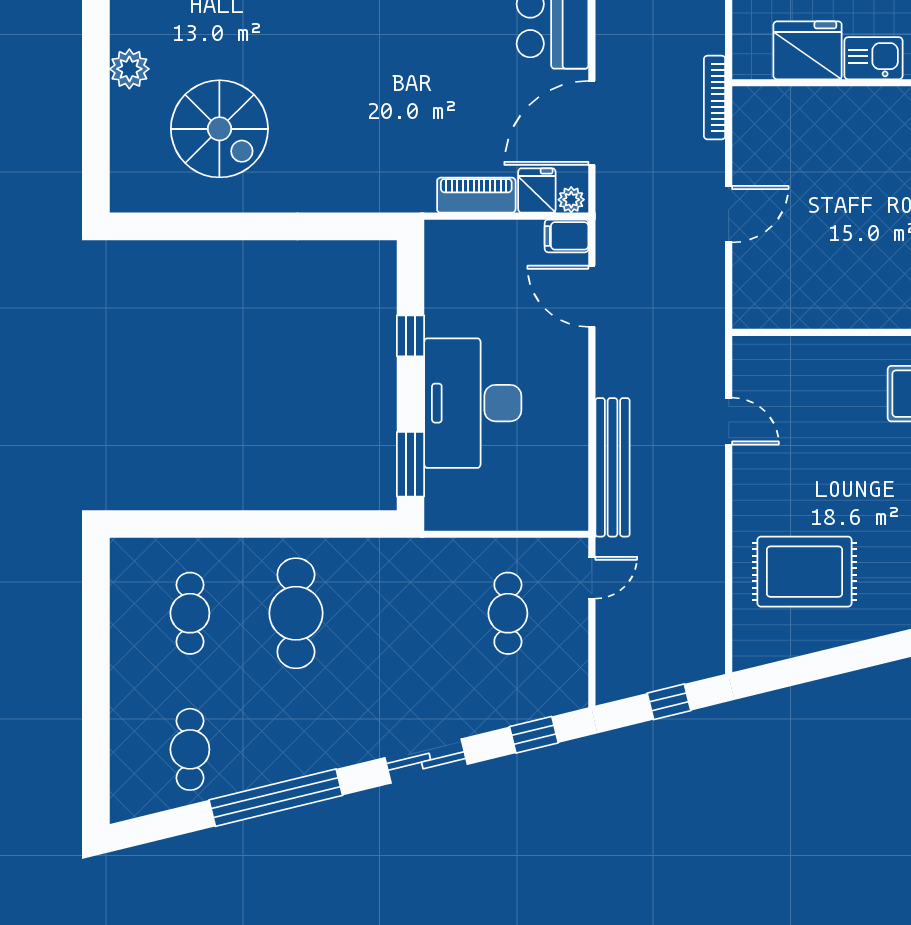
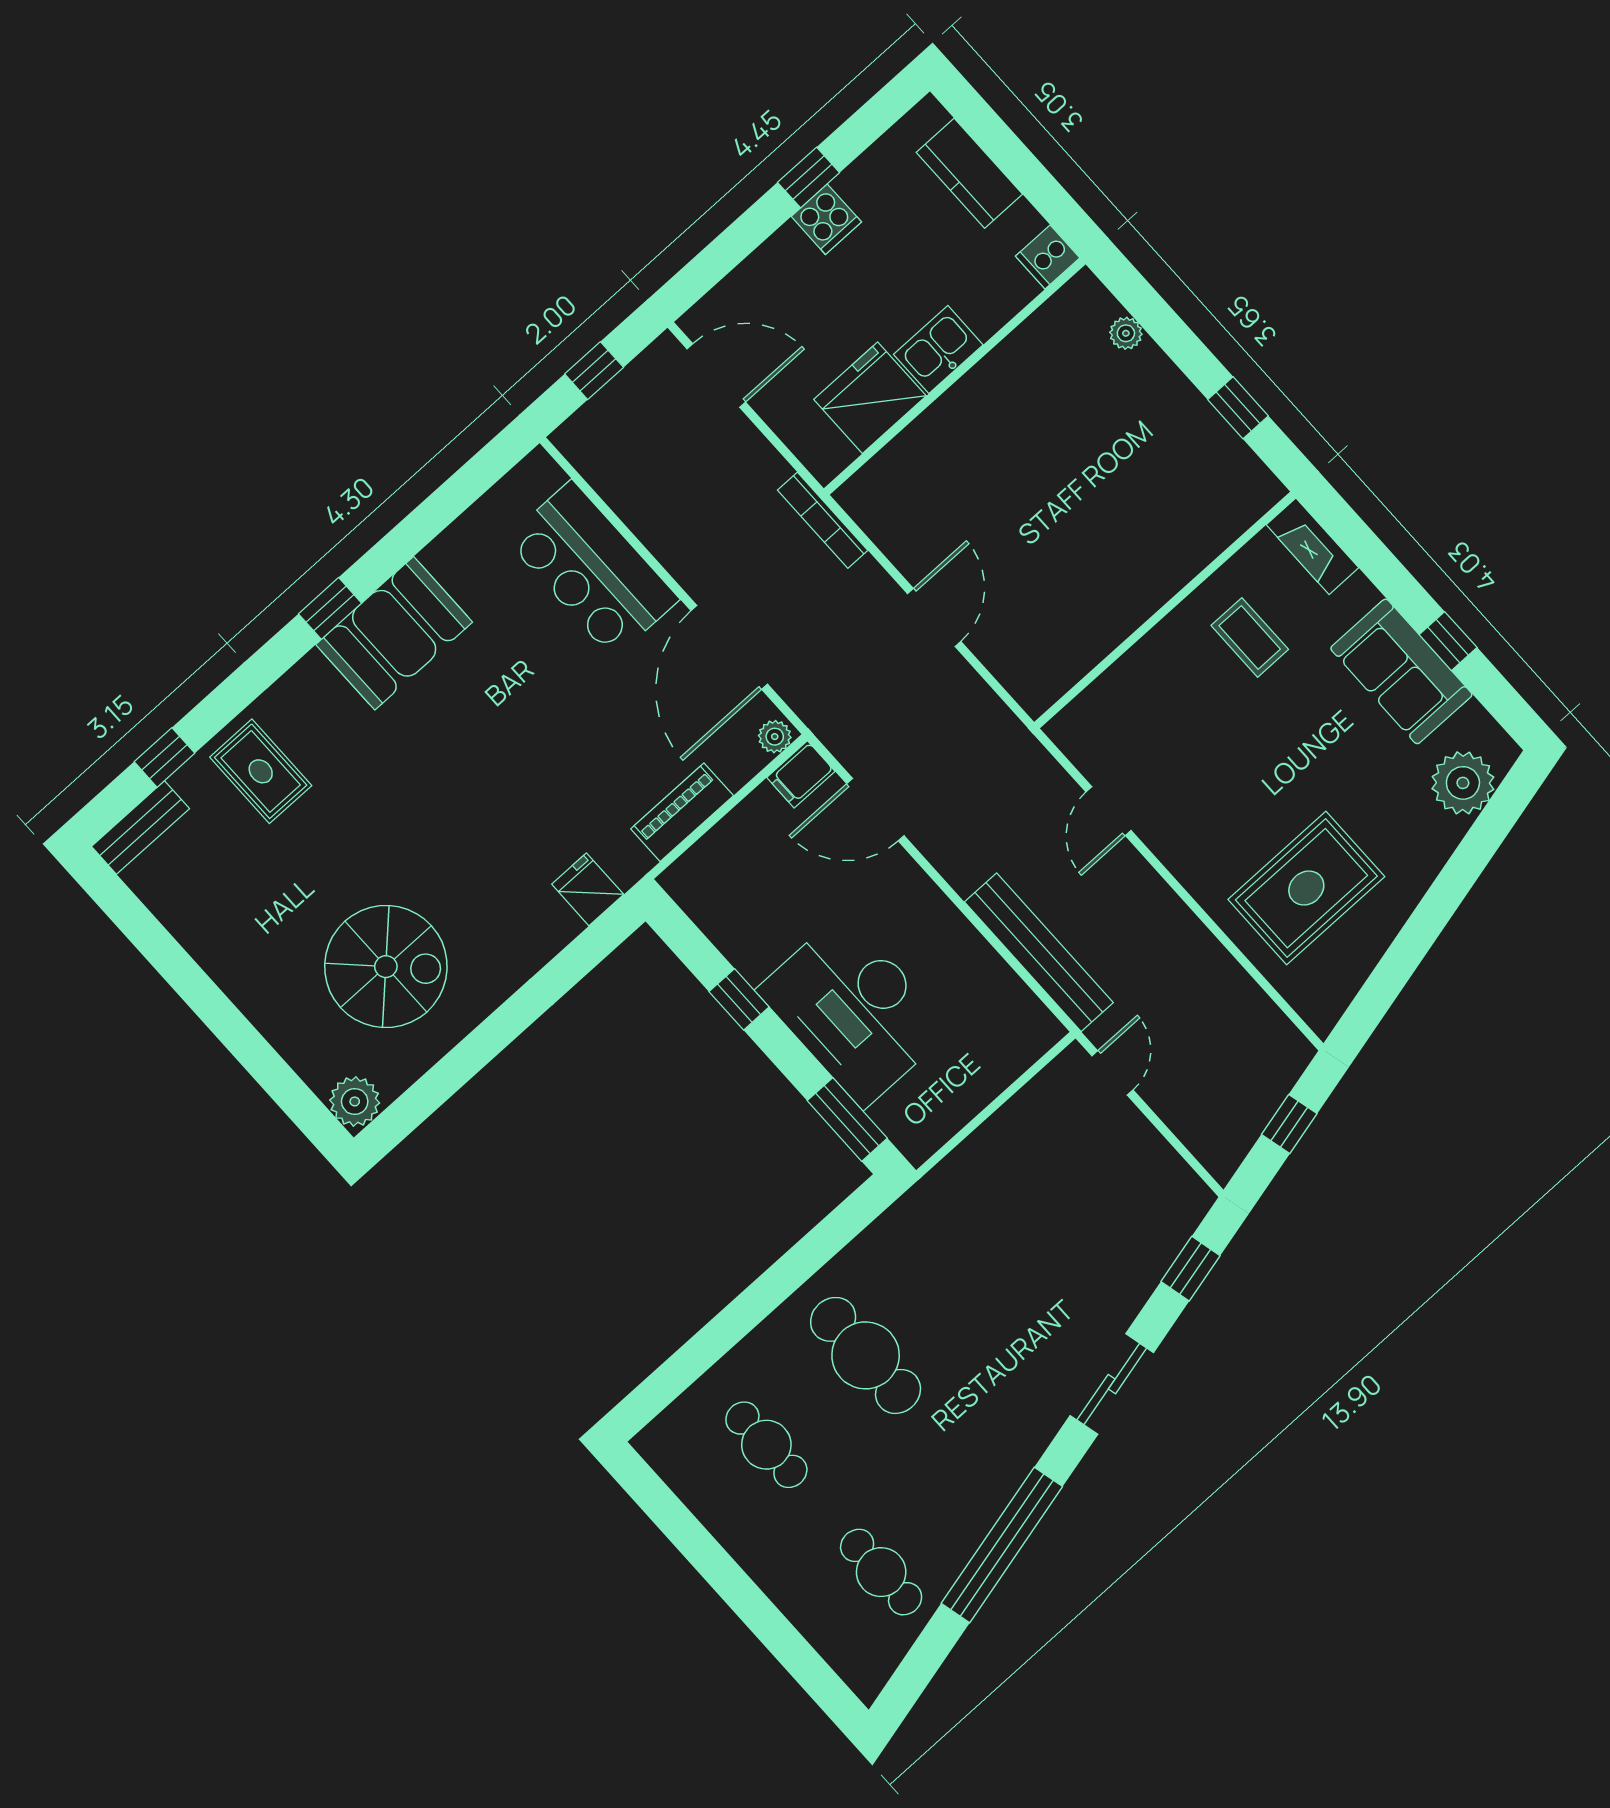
plant: (129, 69) -> (355, 1101), moved
fridge: (537, 190) -> (588, 889), moved
door: (729, 421) -> (1109, 811), swing flipped
cafe table: (508, 613) -> (1064, 1177), removed

